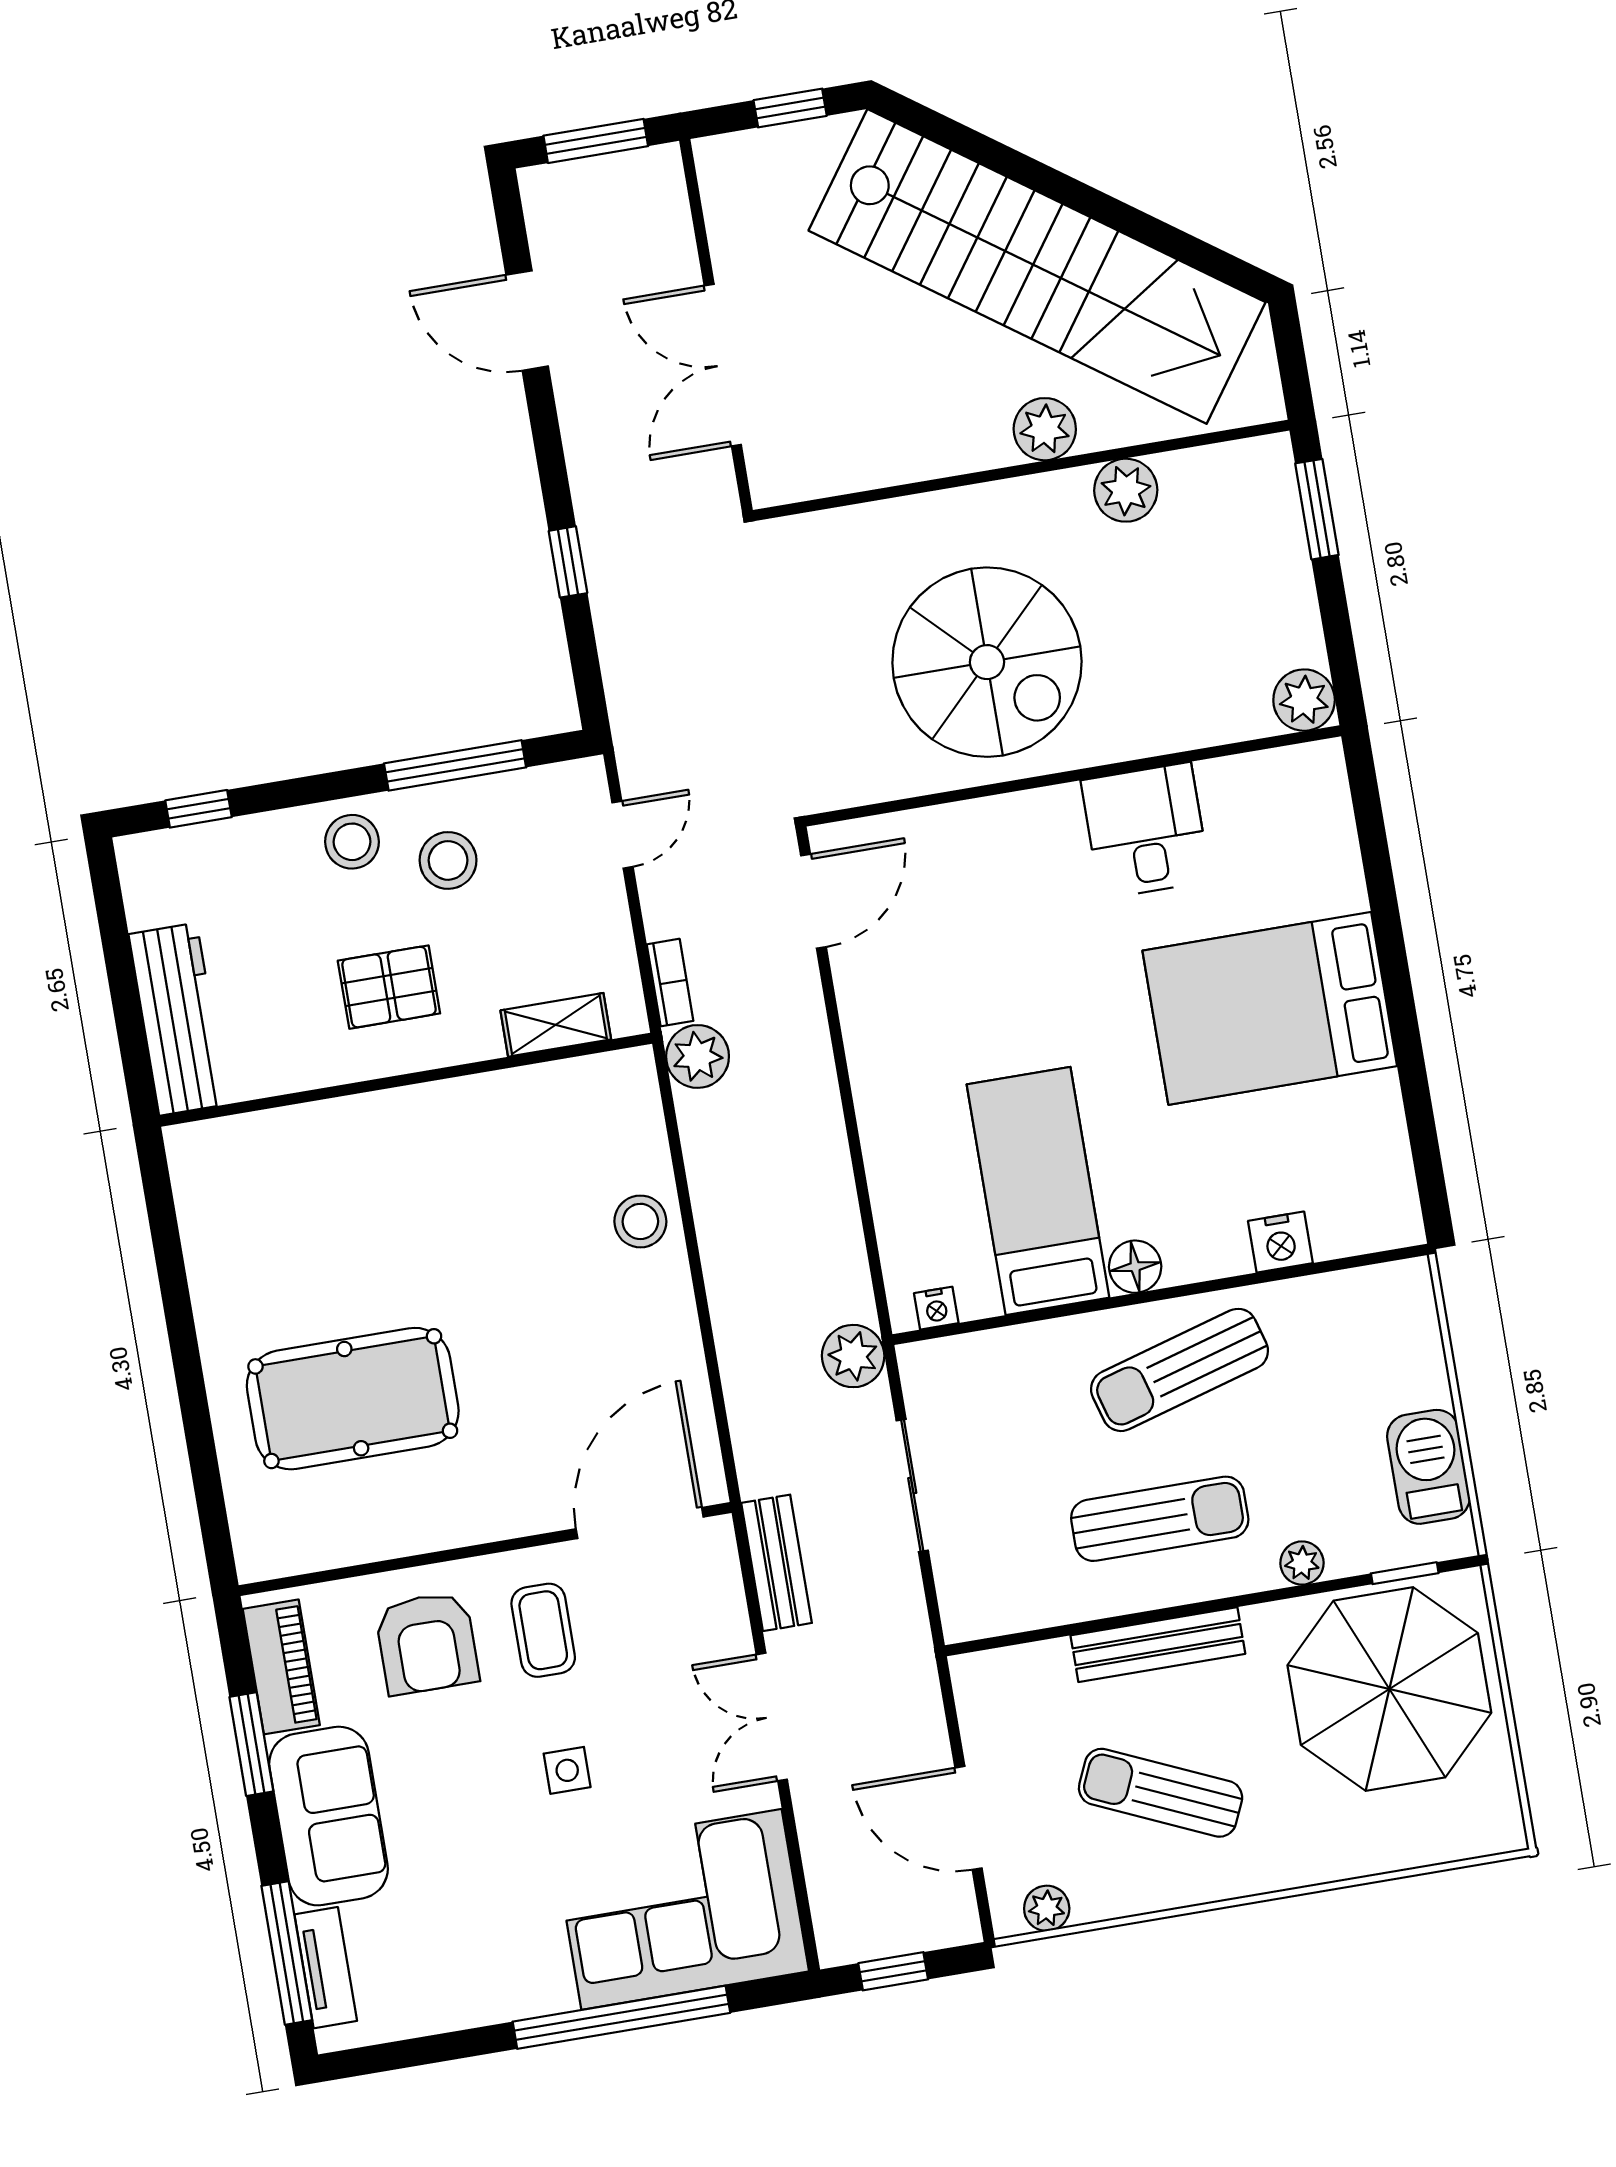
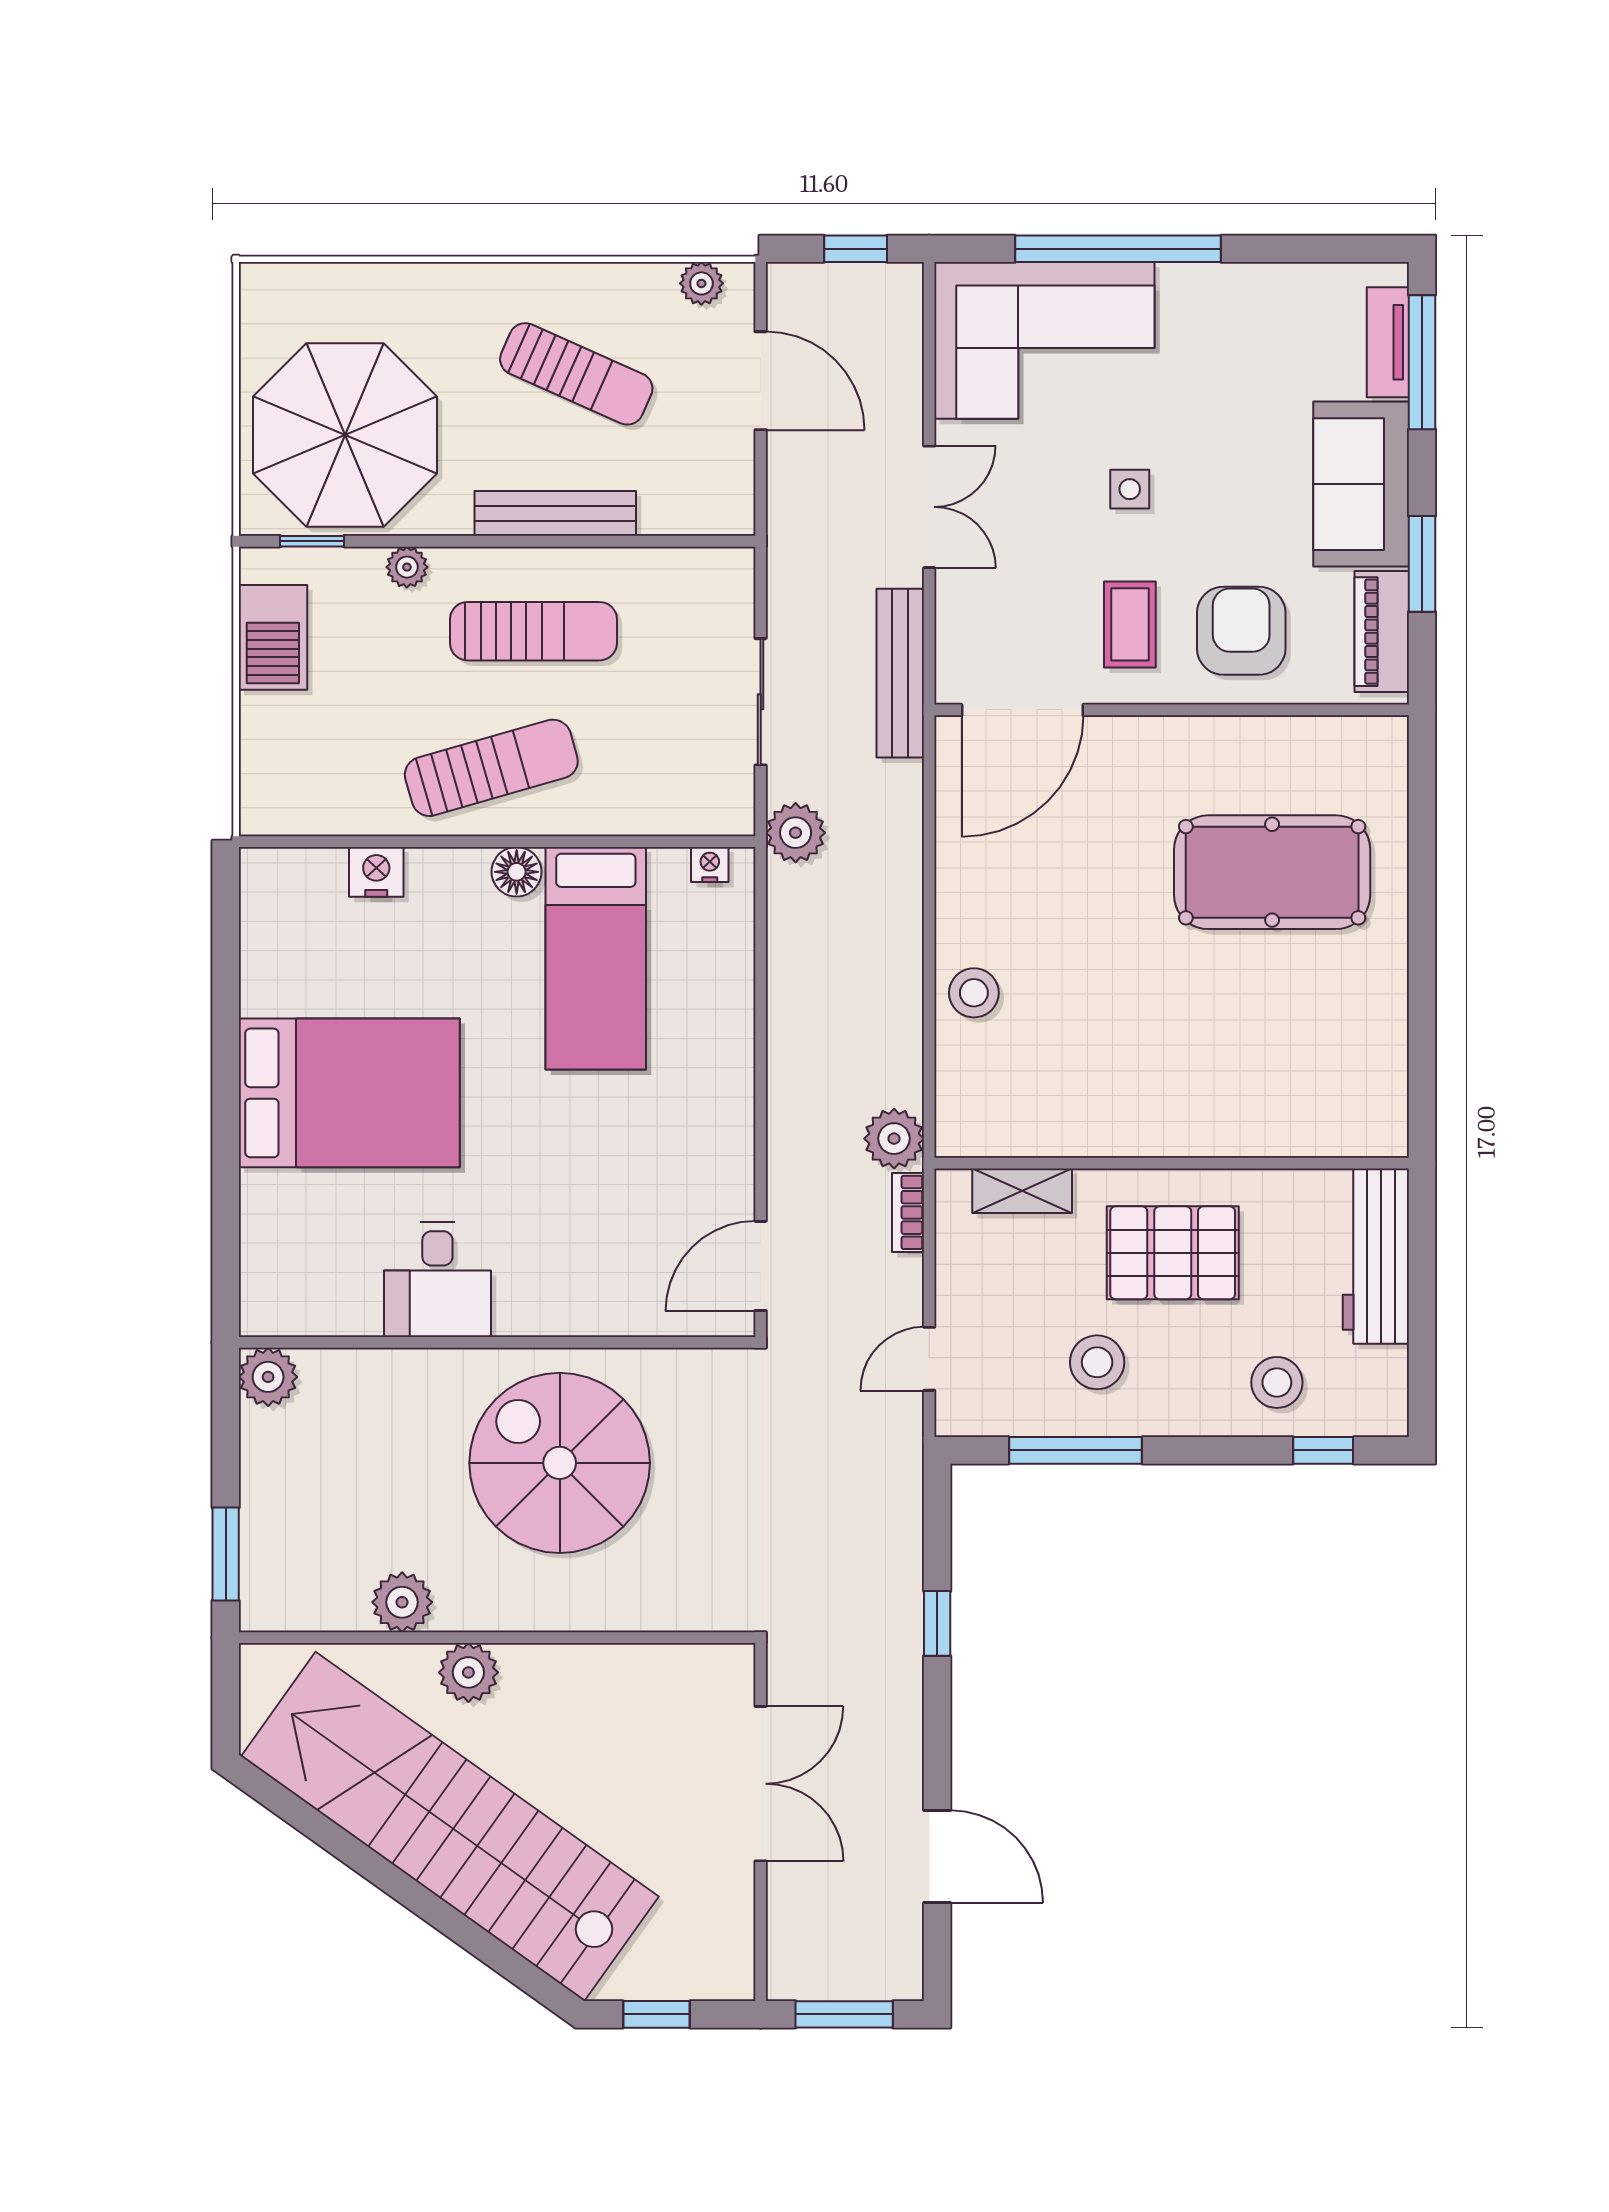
stool: (352, 842) -> (1277, 1382), moved
pallet: (389, 987) -> (1173, 1253), width x1.50, depth x1.42
sun lounger: (1160, 1519) -> (533, 631), turned 180
bench: (777, 1563) -> (900, 673), width x1.36

